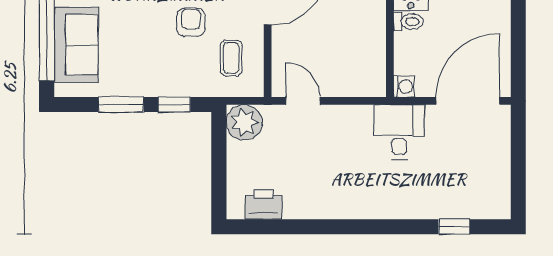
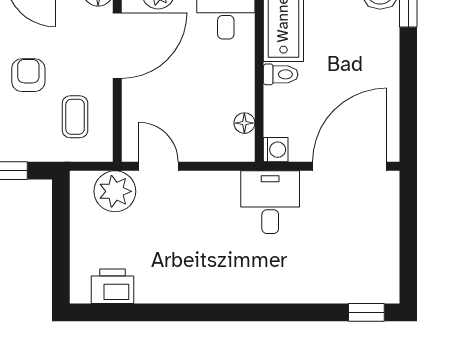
floor lamp: (377, 64) -> (244, 123), added
plant: (244, 122) -> (115, 191), moved
window: (454, 227) -> (366, 312), moved

